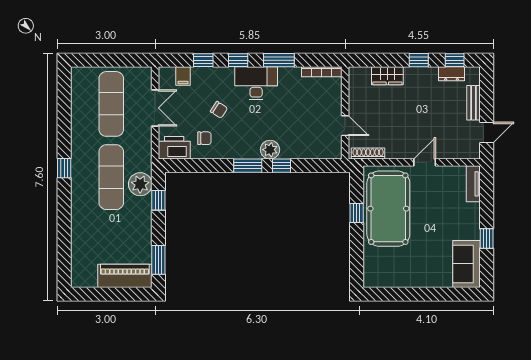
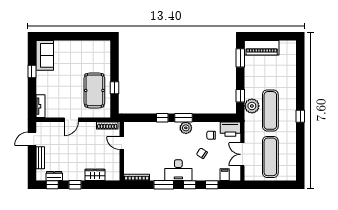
plant: (270, 150) -> (186, 128), moved
pool table: (388, 209) -> (94, 90), width x0.73, depth x0.76

